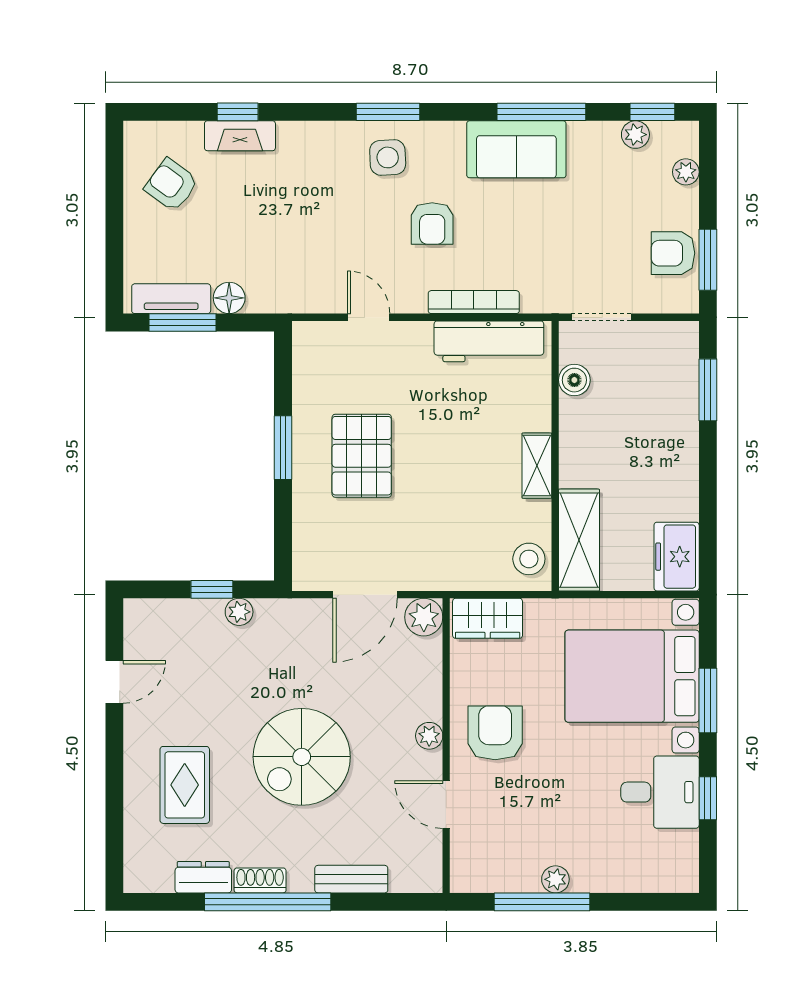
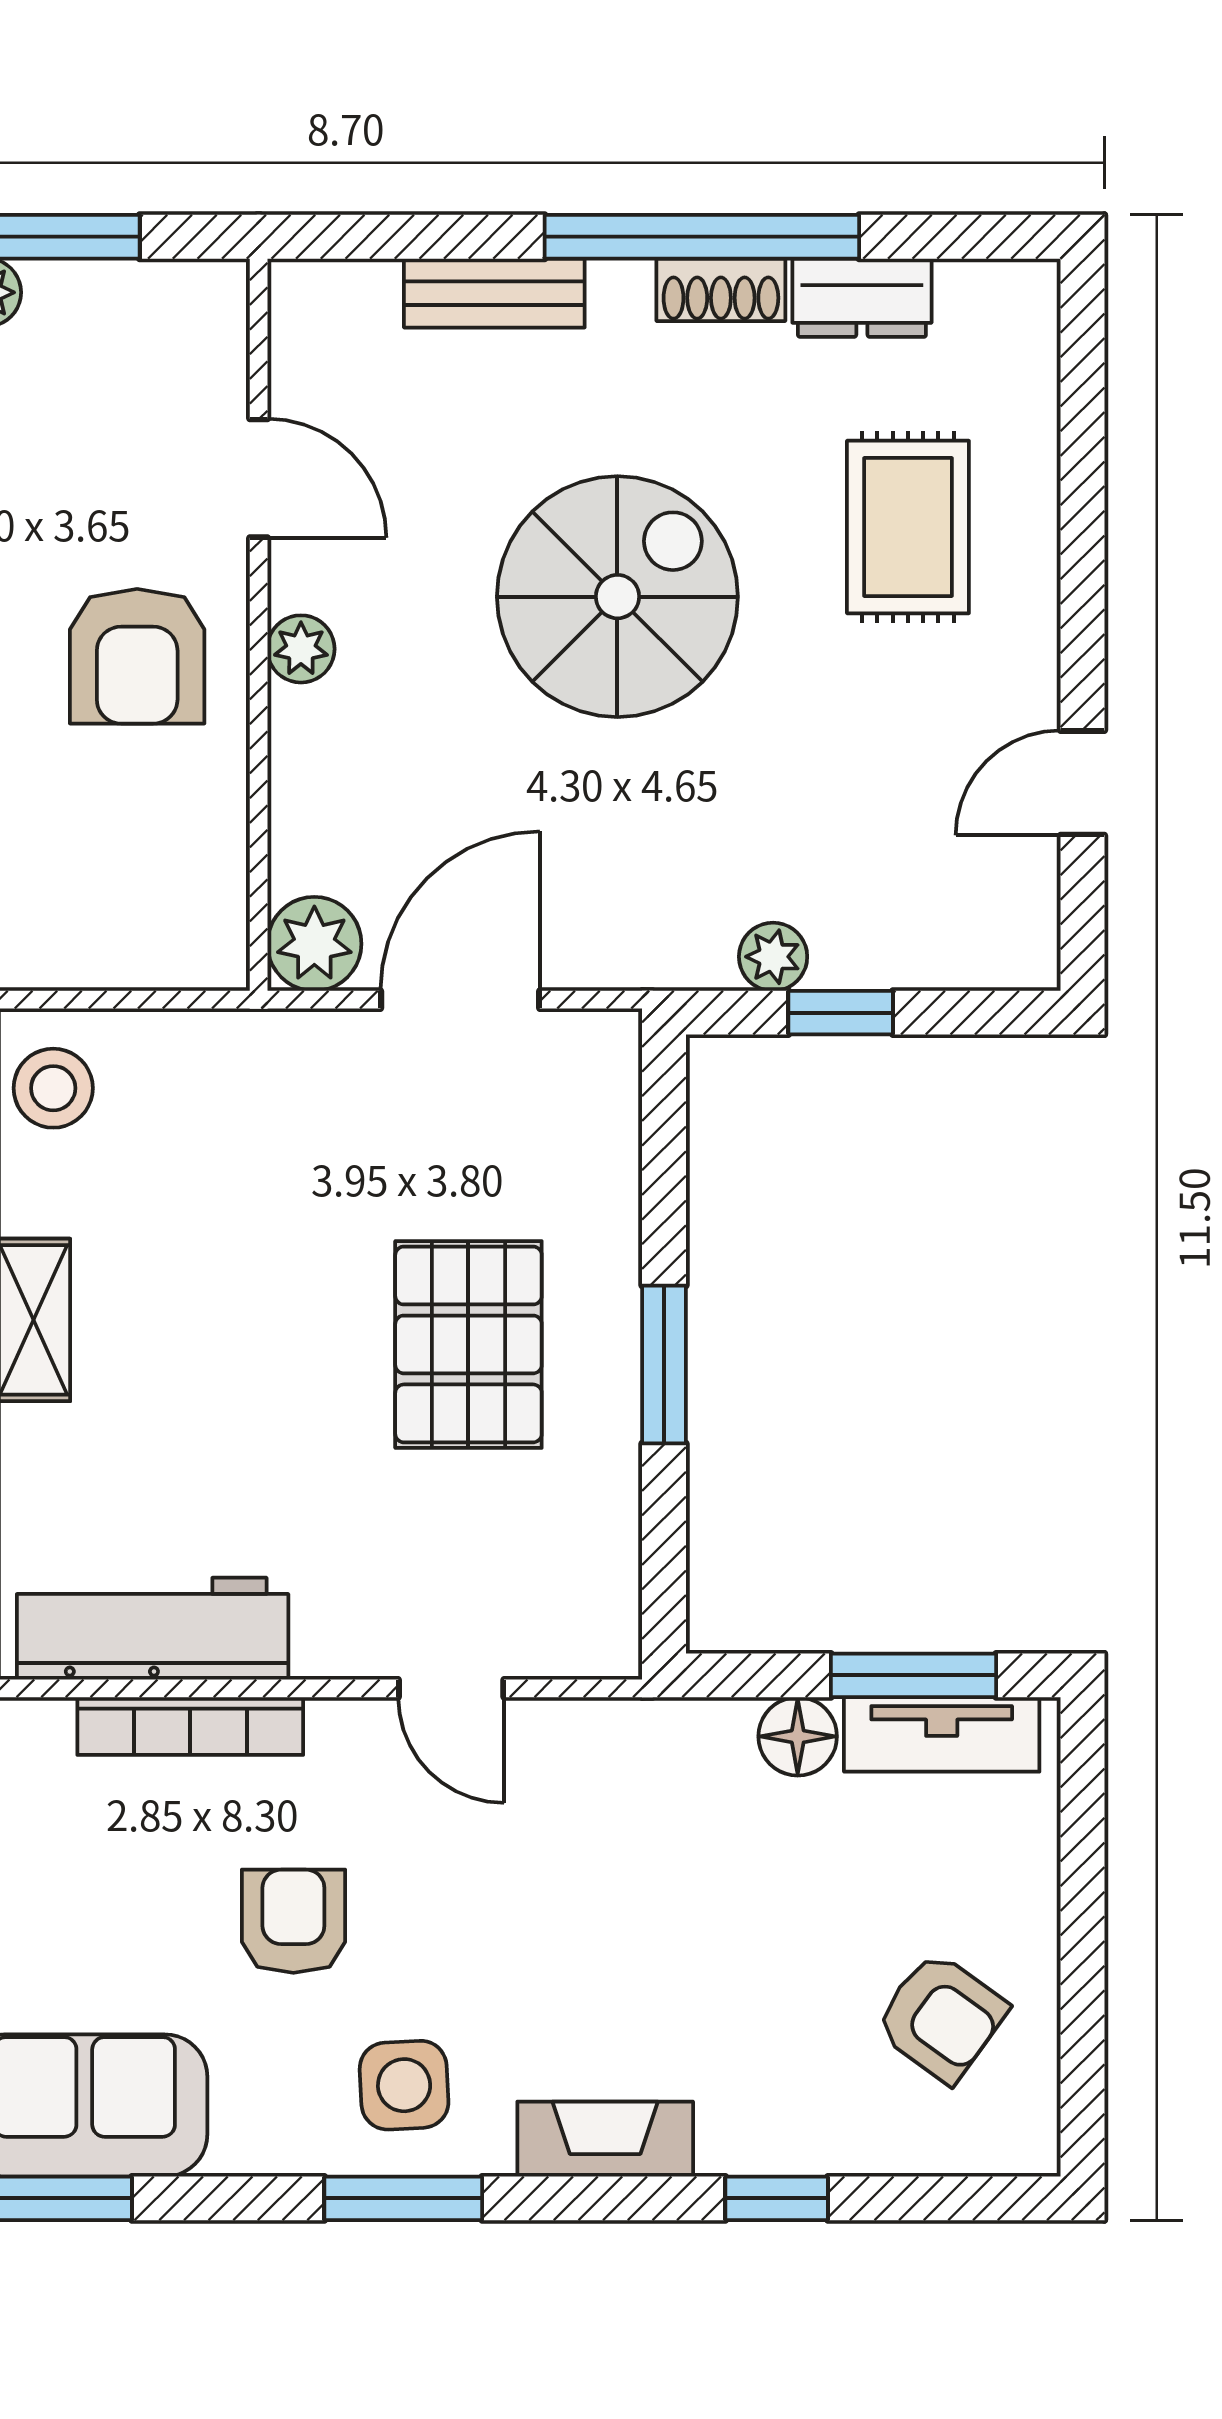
fireplace: (240, 136) -> (605, 2139), moved
wardrobe: (488, 618) -> (156, 941), removed

